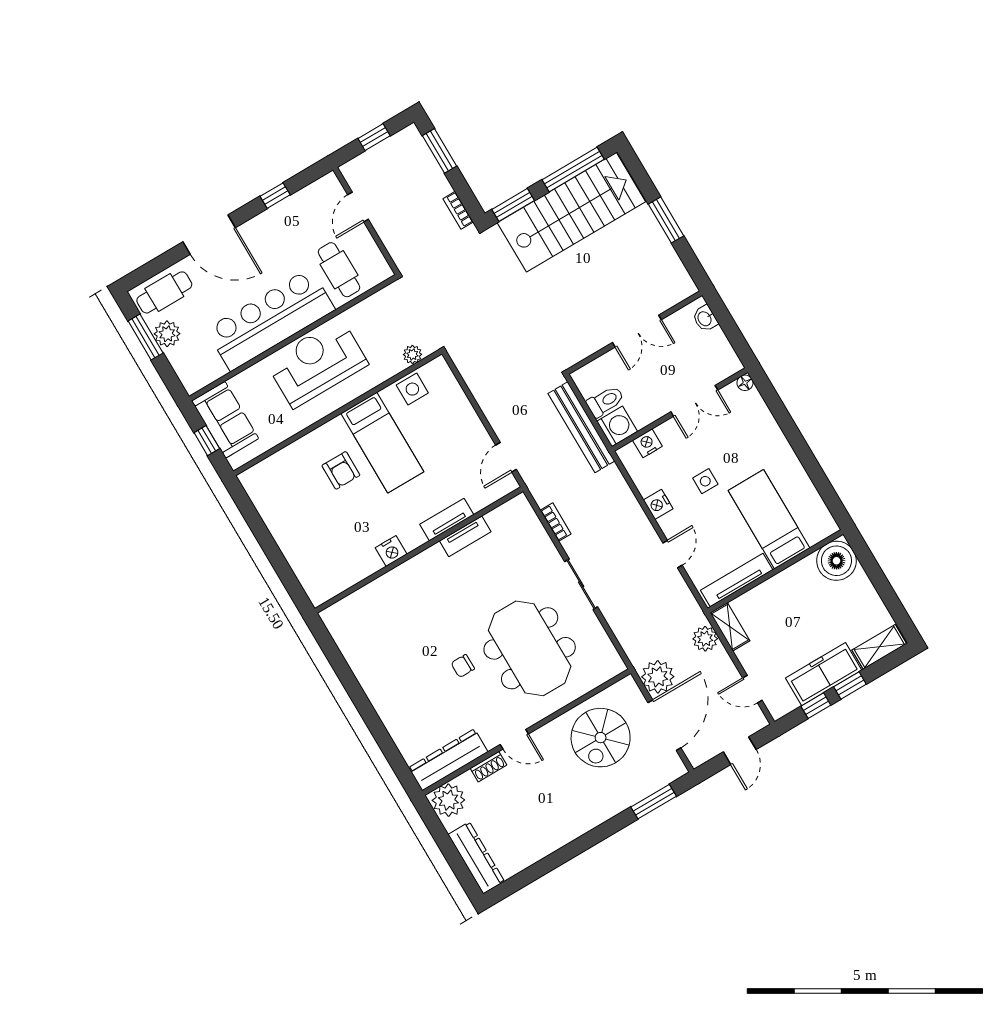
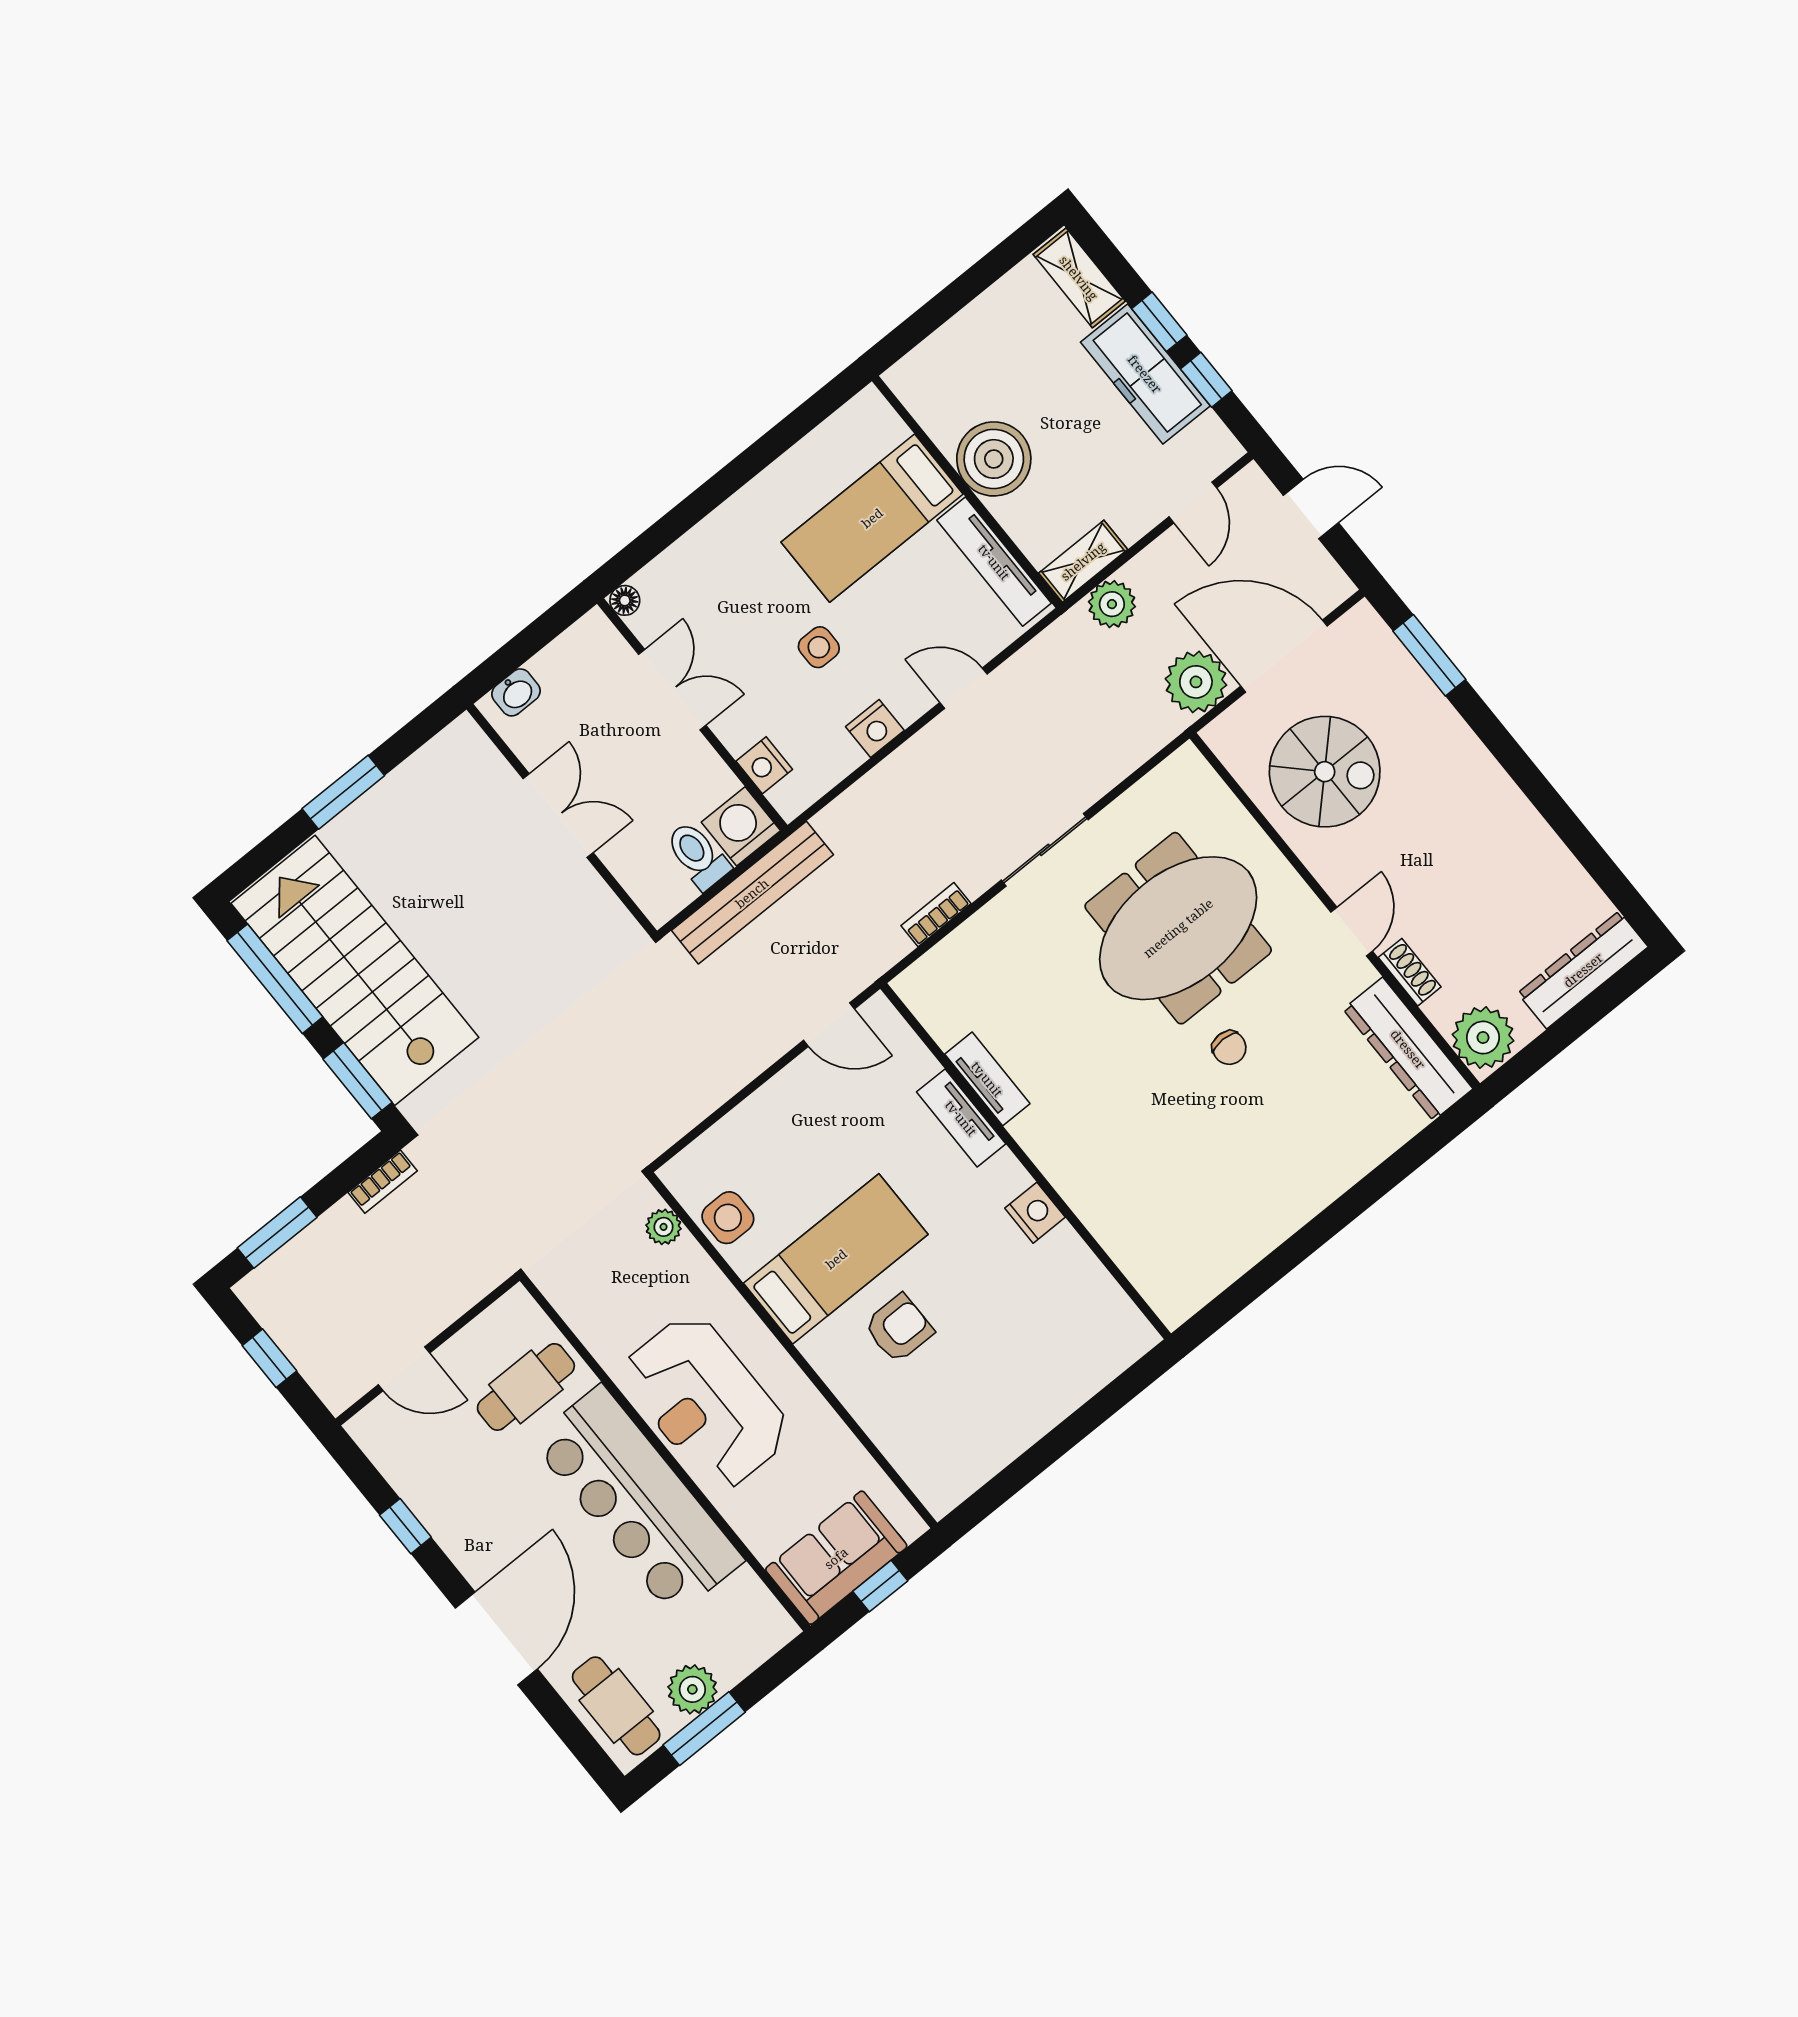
boiler: (836, 561) -> (994, 459), moved

